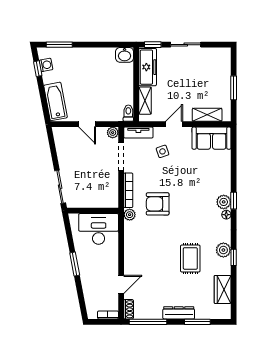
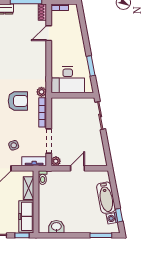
washbasin: (125, 55) -> (56, 227), moved
bathtub: (56, 101) -> (106, 198), moved
door: (87, 124) -> (77, 168), hinge flipped
window: (75, 264) -> (91, 66), moved

